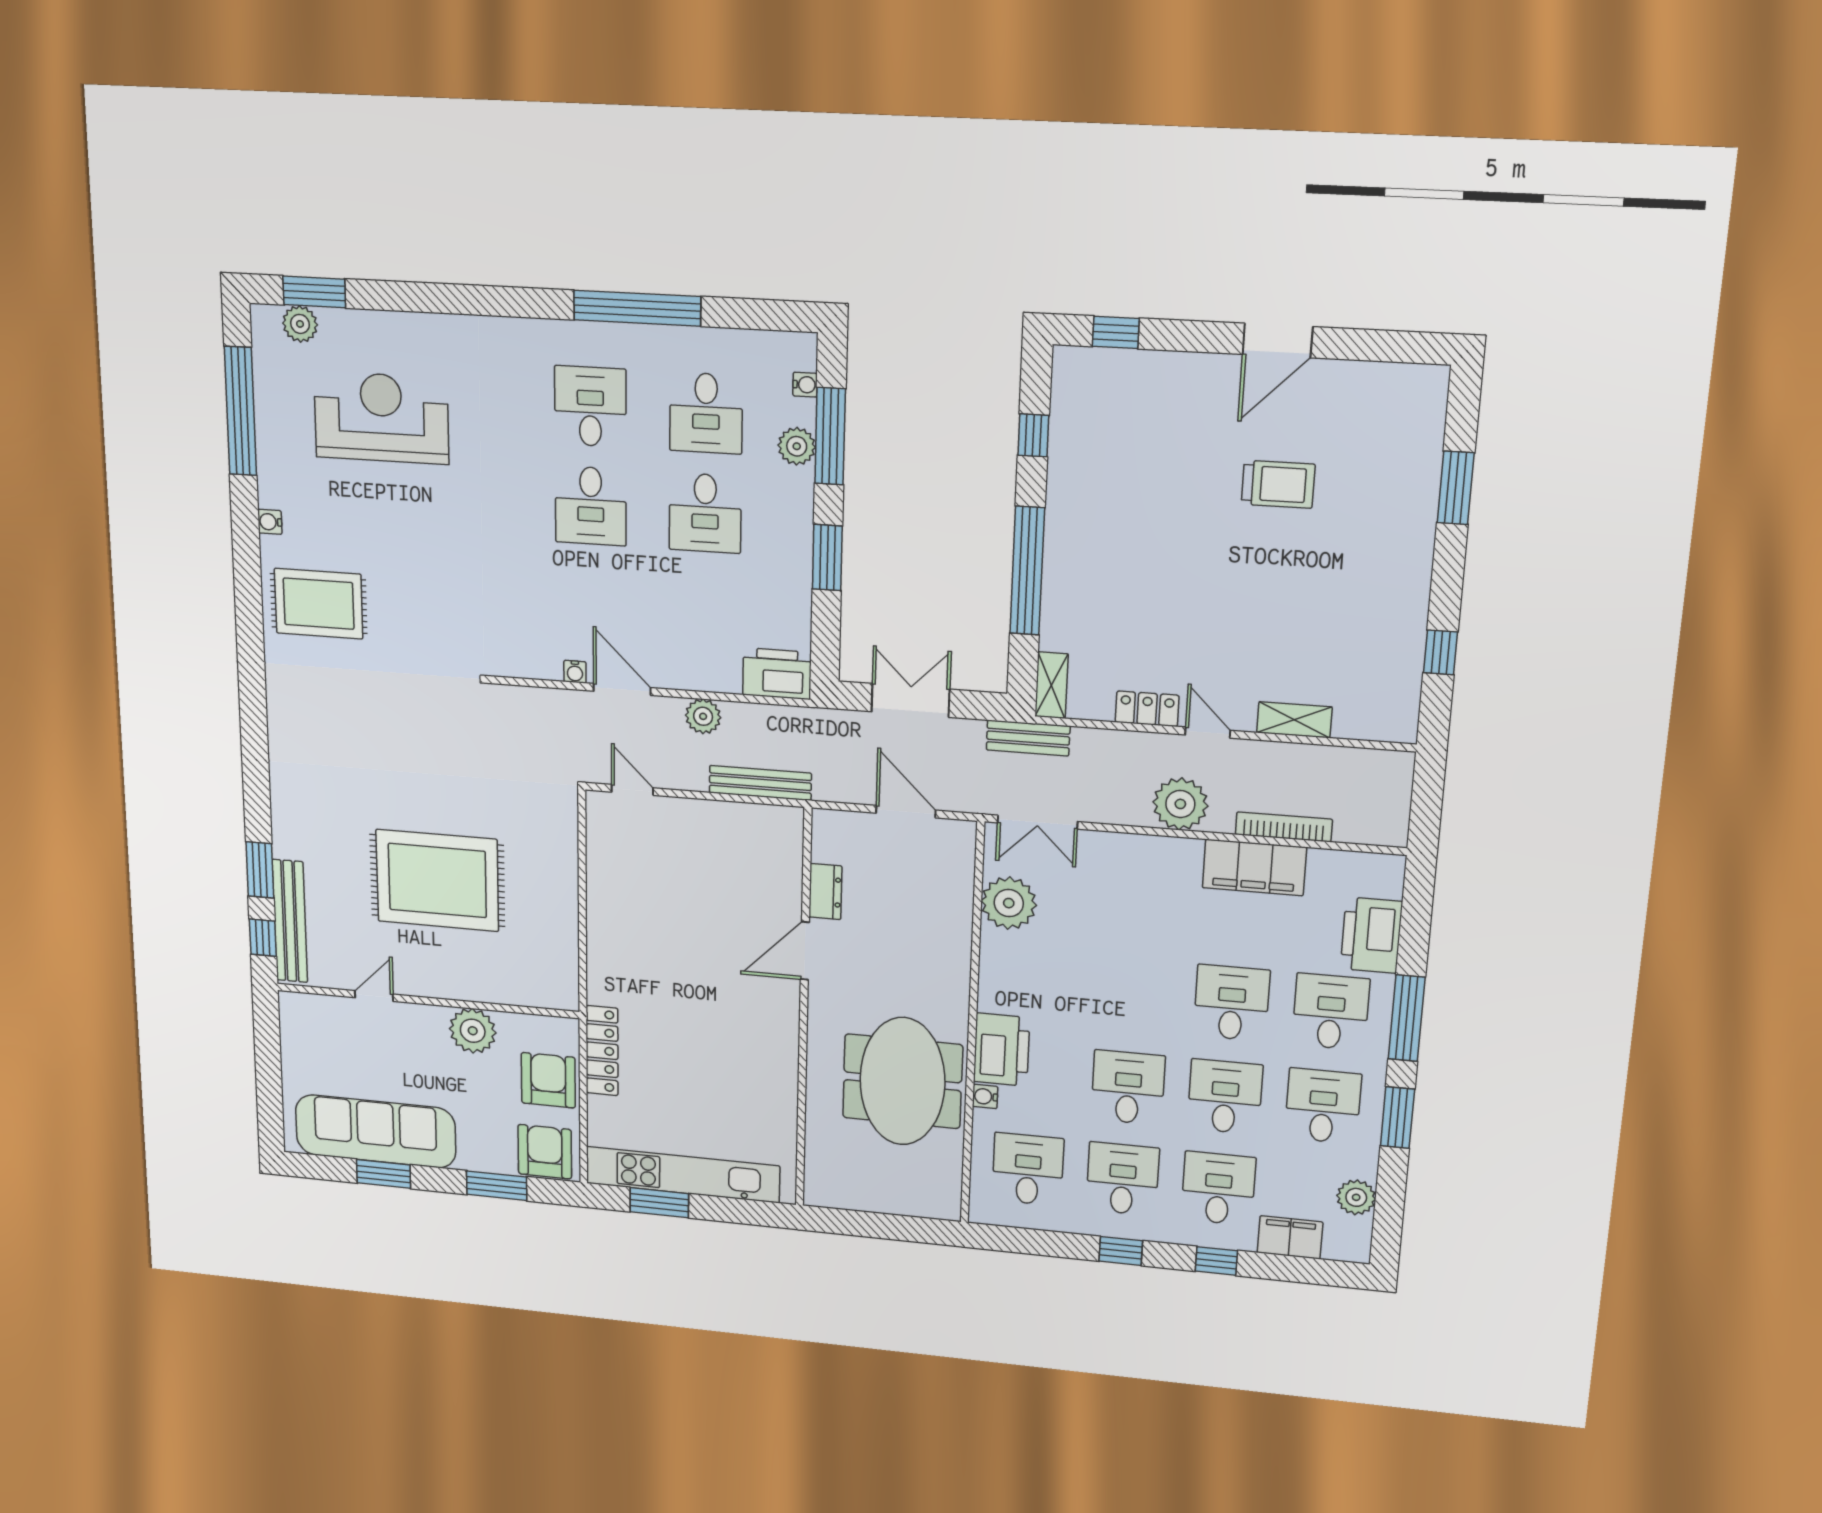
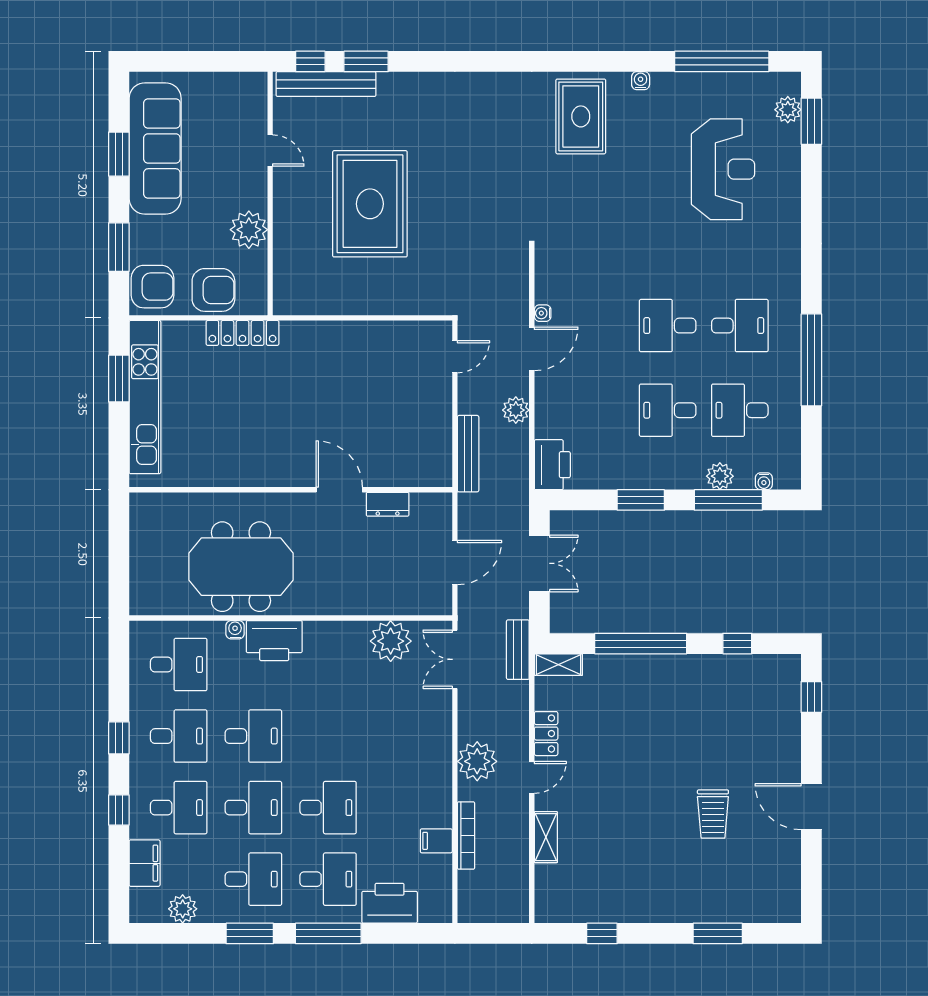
filing cabinet: (1254, 868) -> (436, 841), width x0.33, depth x0.86

